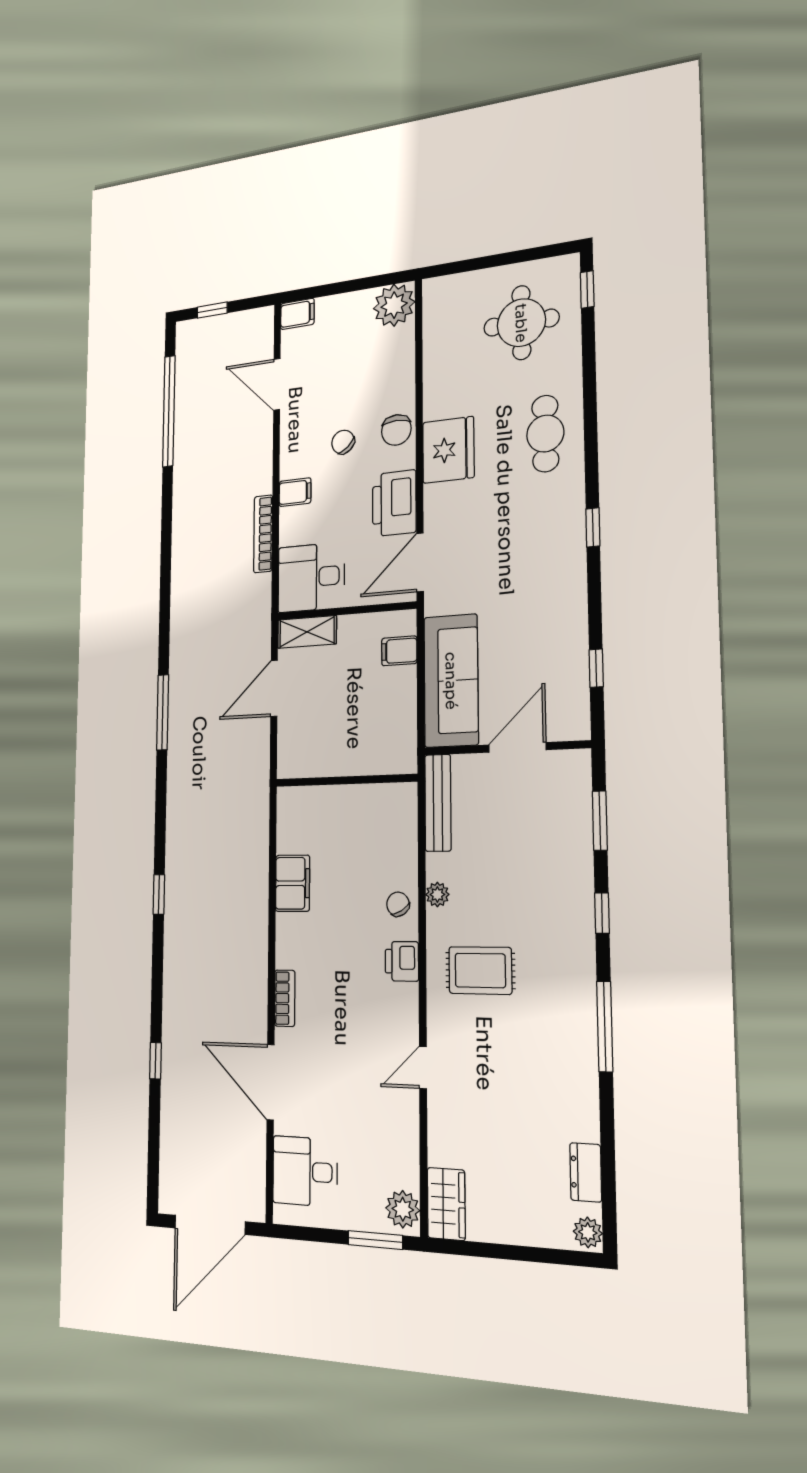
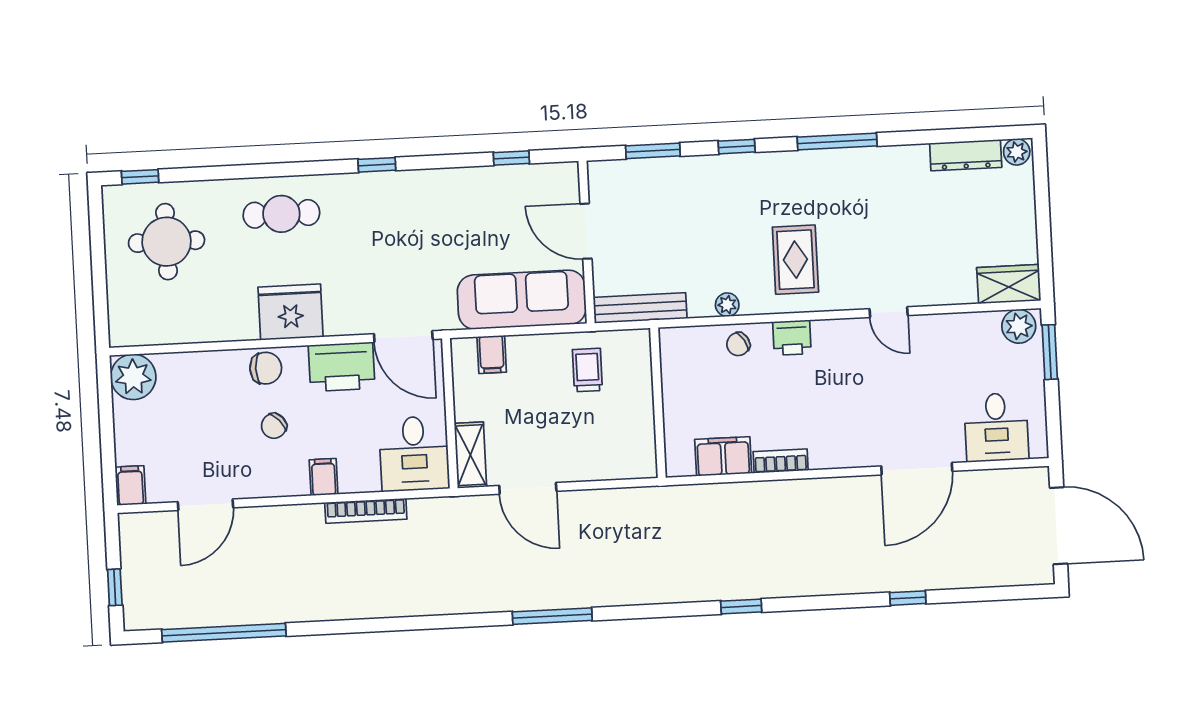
trolley: (380, 748) -> (587, 370), added
wall: (346, 780) -> (658, 403), moved
bookcase: (285, 998) -> (781, 461), moved
dresser: (586, 1172) -> (966, 155), width x1.44

